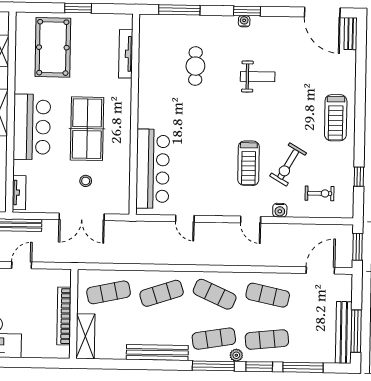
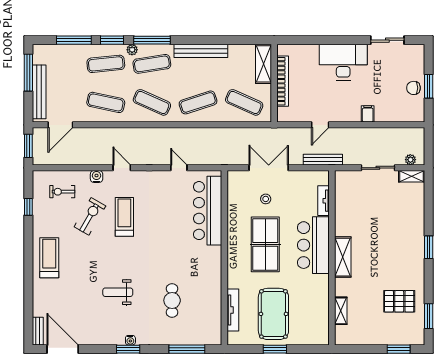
pool table: (53, 47) -> (273, 314), moved
tv unit: (19, 193) -> (323, 201), moved
exercise mat: (109, 292) -> (244, 102), turned 36
bench: (344, 332) -> (39, 92), moved

